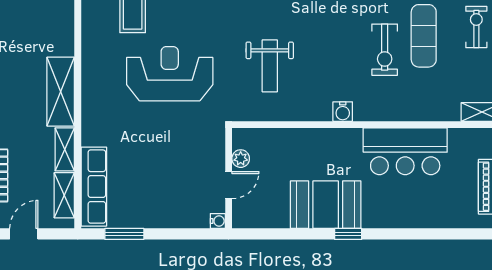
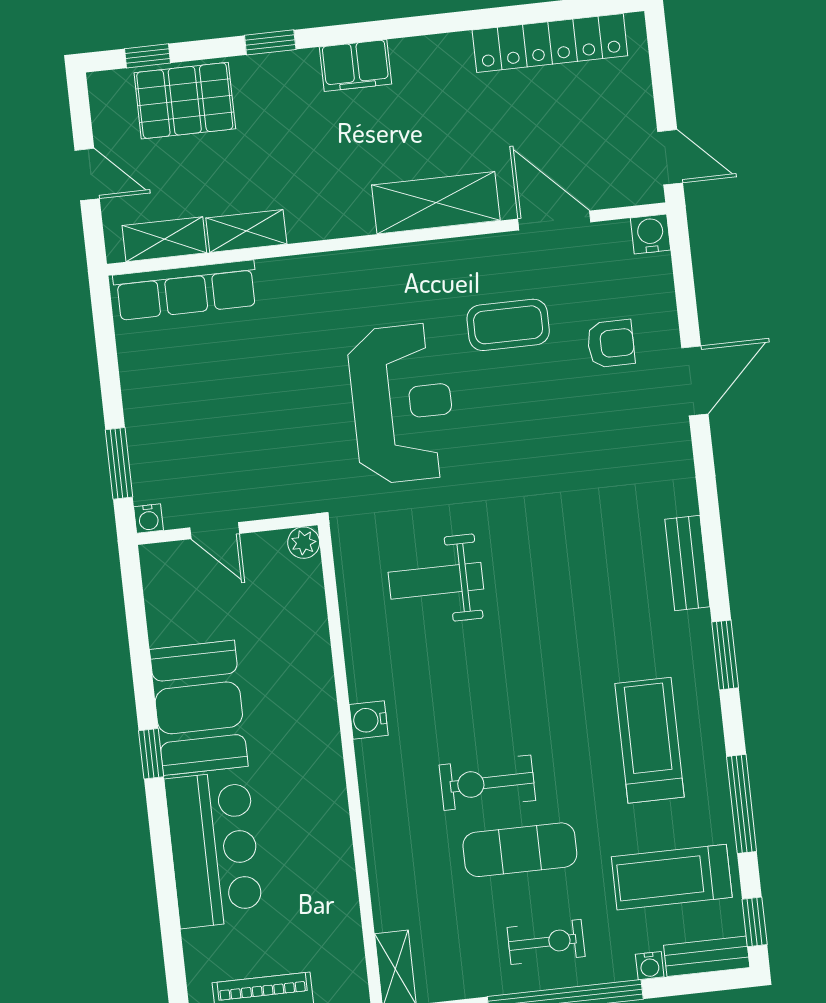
shelving: (61, 92) -> (436, 203), moved
bar counter: (405, 151) -> (214, 849), moved, turned 180
plant: (241, 159) -> (304, 543), moved
window: (124, 234) -> (119, 463), moved

